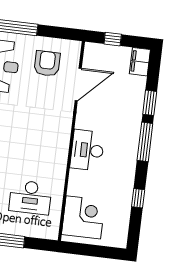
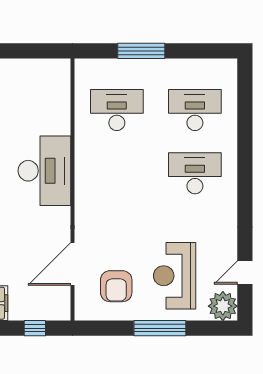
desk: (87, 150) -> (44, 171), width x1.36, depth x1.30
corner desk: (83, 217) -> (45, 92), removed

